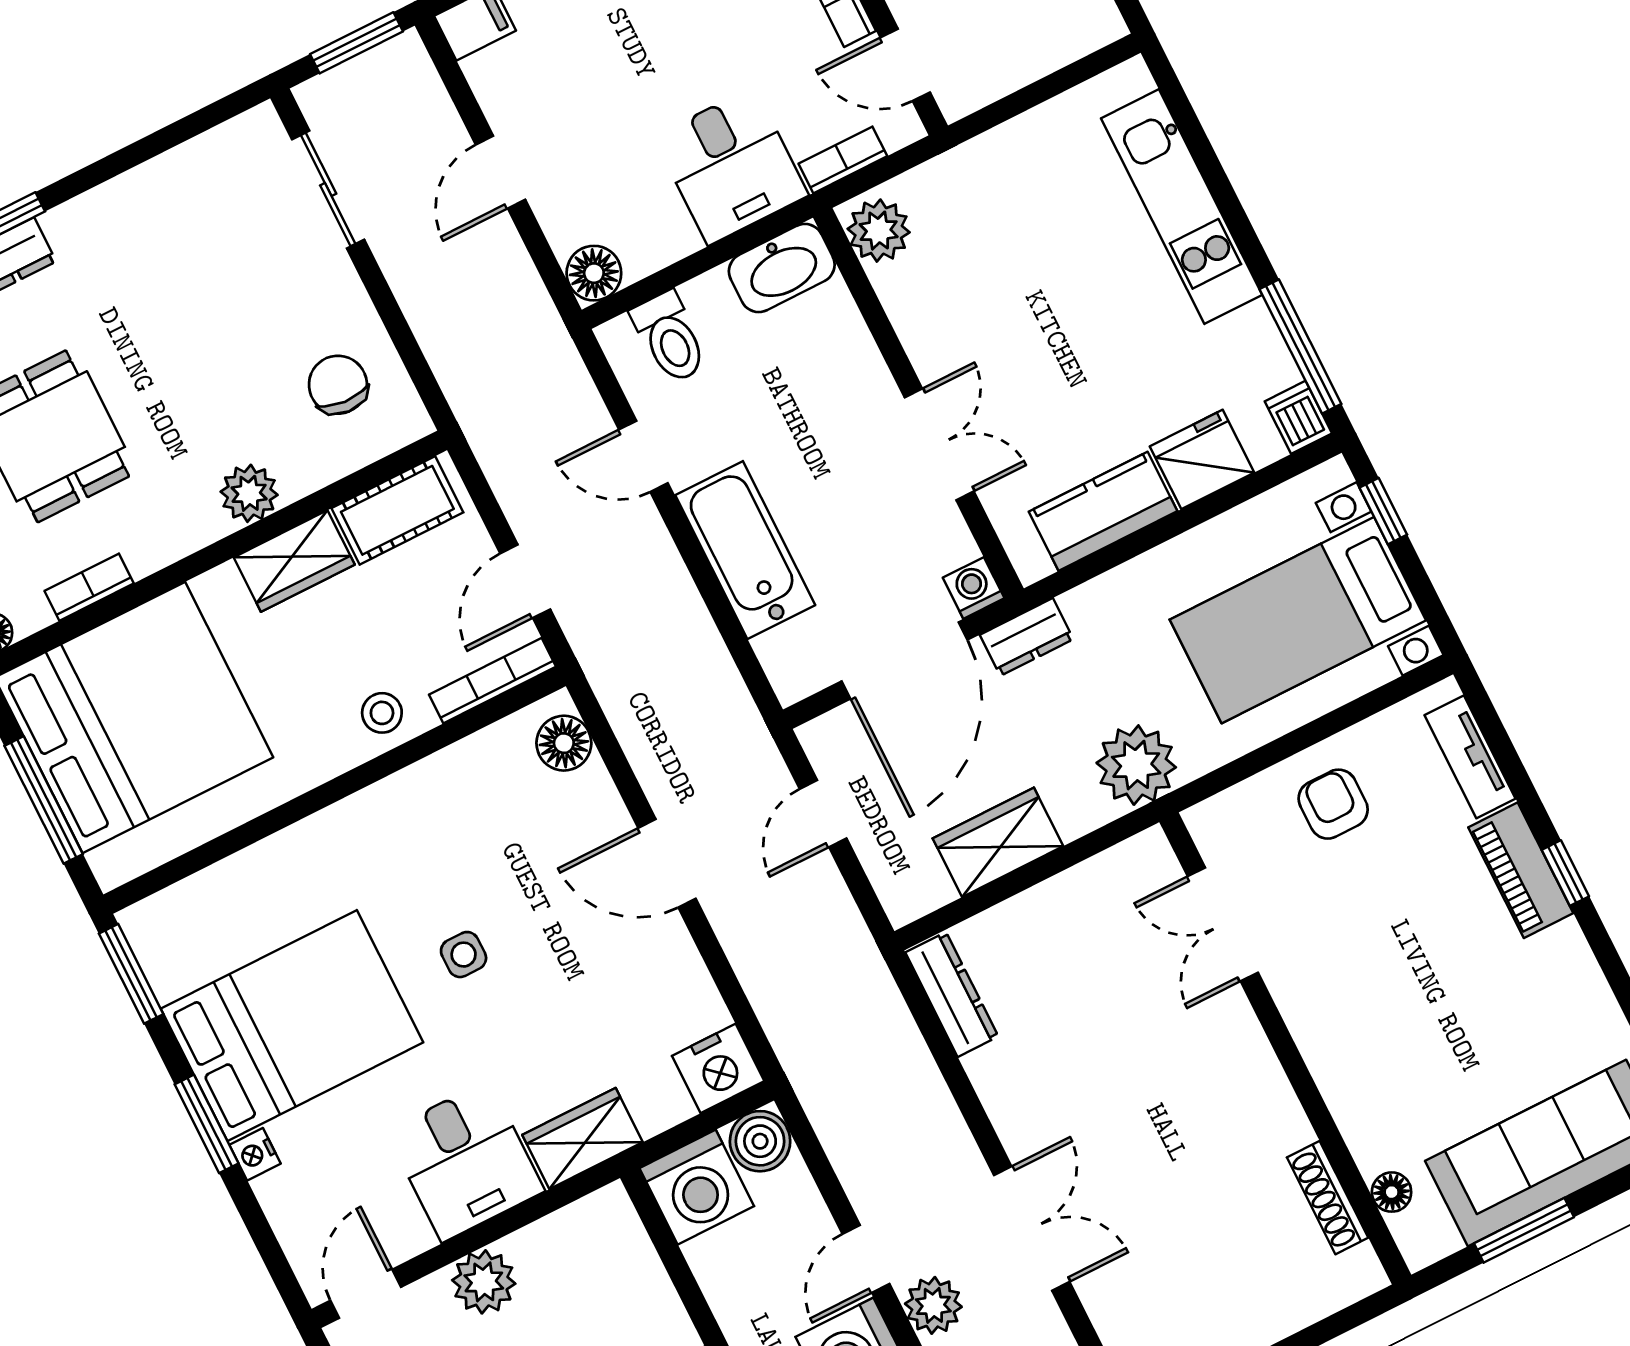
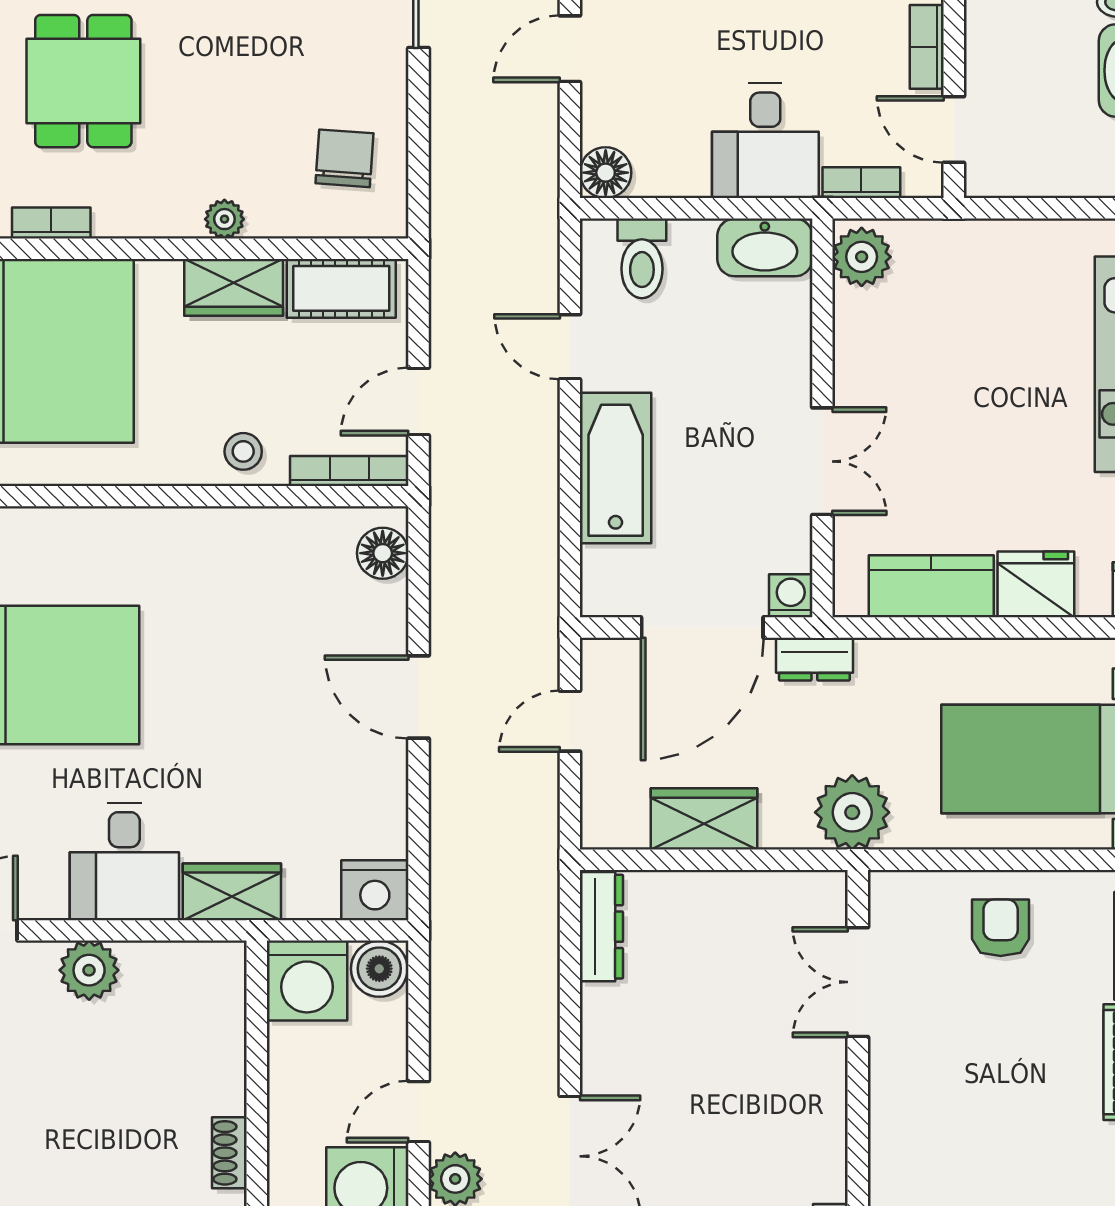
plant: (249, 493) -> (224, 219), width x0.73, depth x0.73
side table: (464, 955) -> (210, 688), removed

